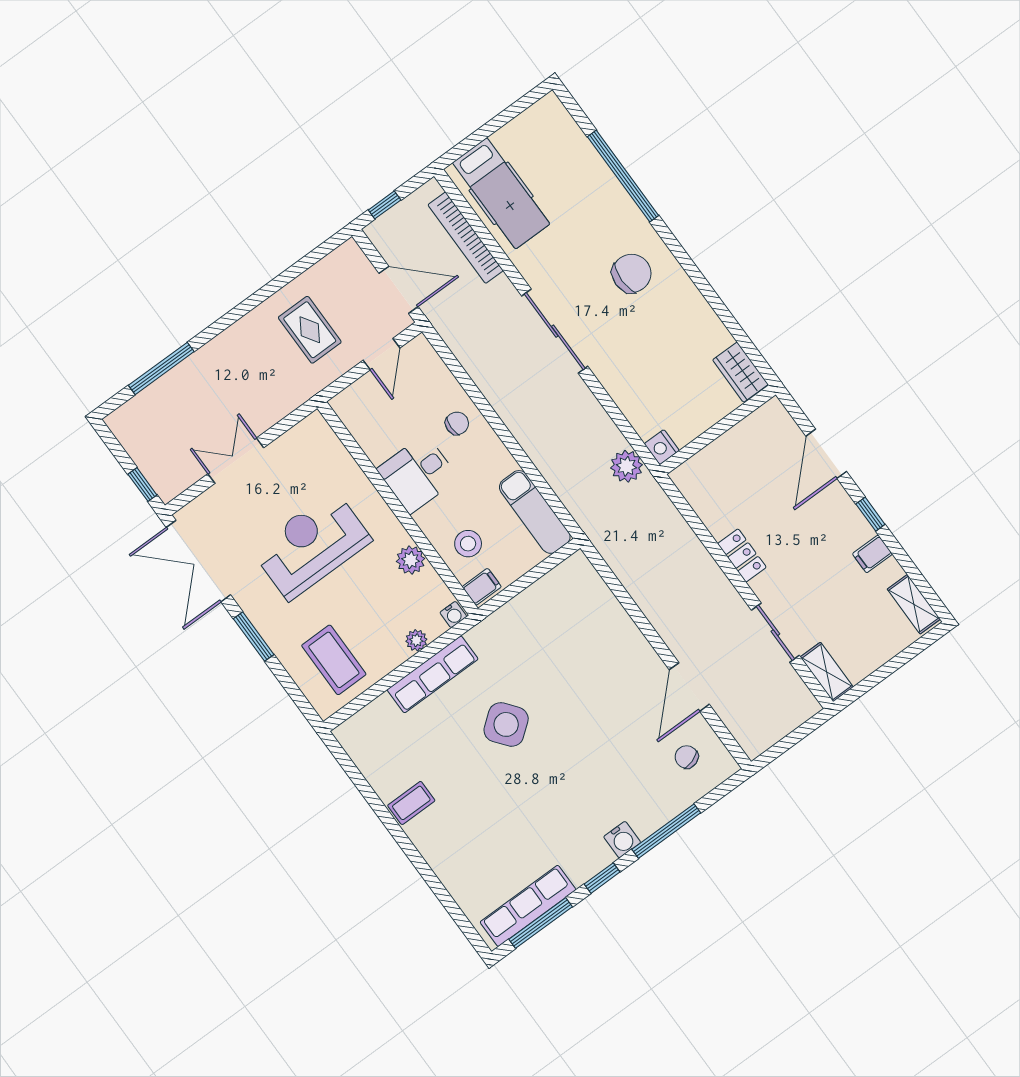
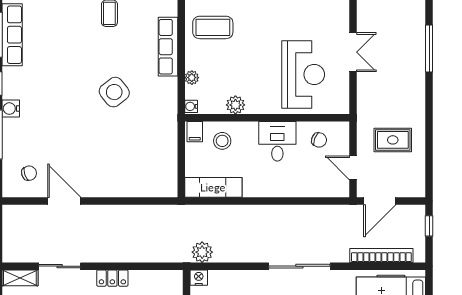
chair: (457, 423) -> (319, 140), moved, turned -68
reception desk: (311, 545) -> (303, 75), moved
row of seats: (433, 674) -> (168, 47), moved

